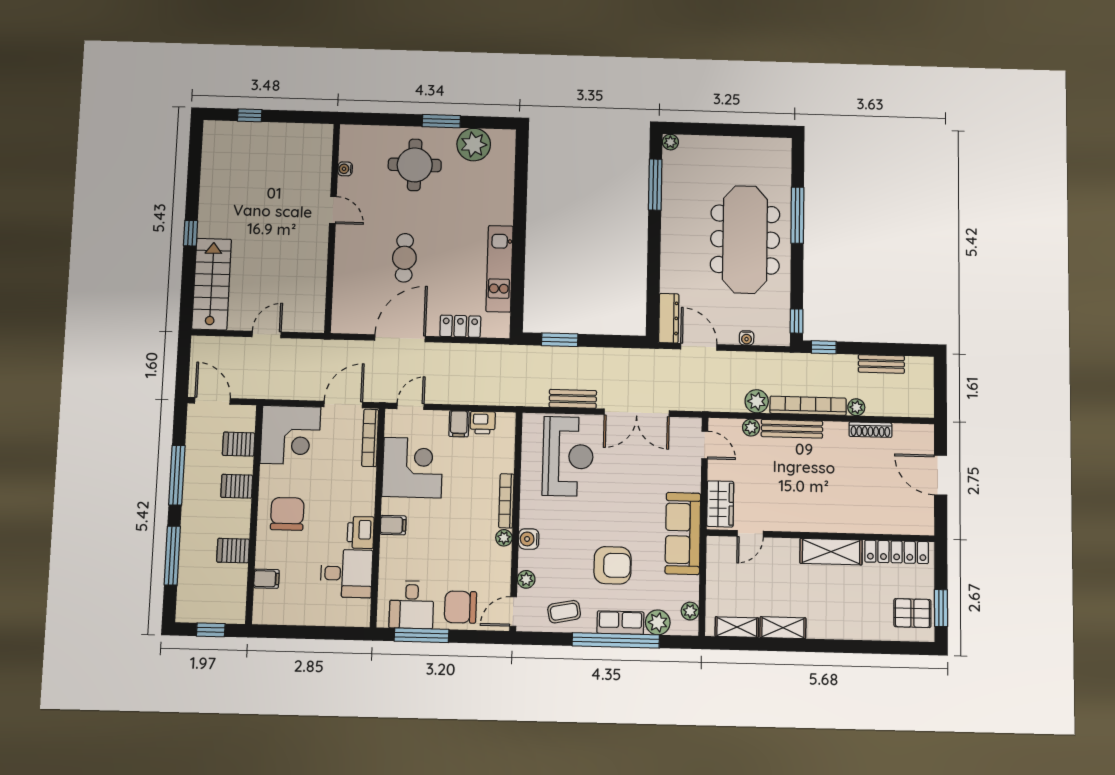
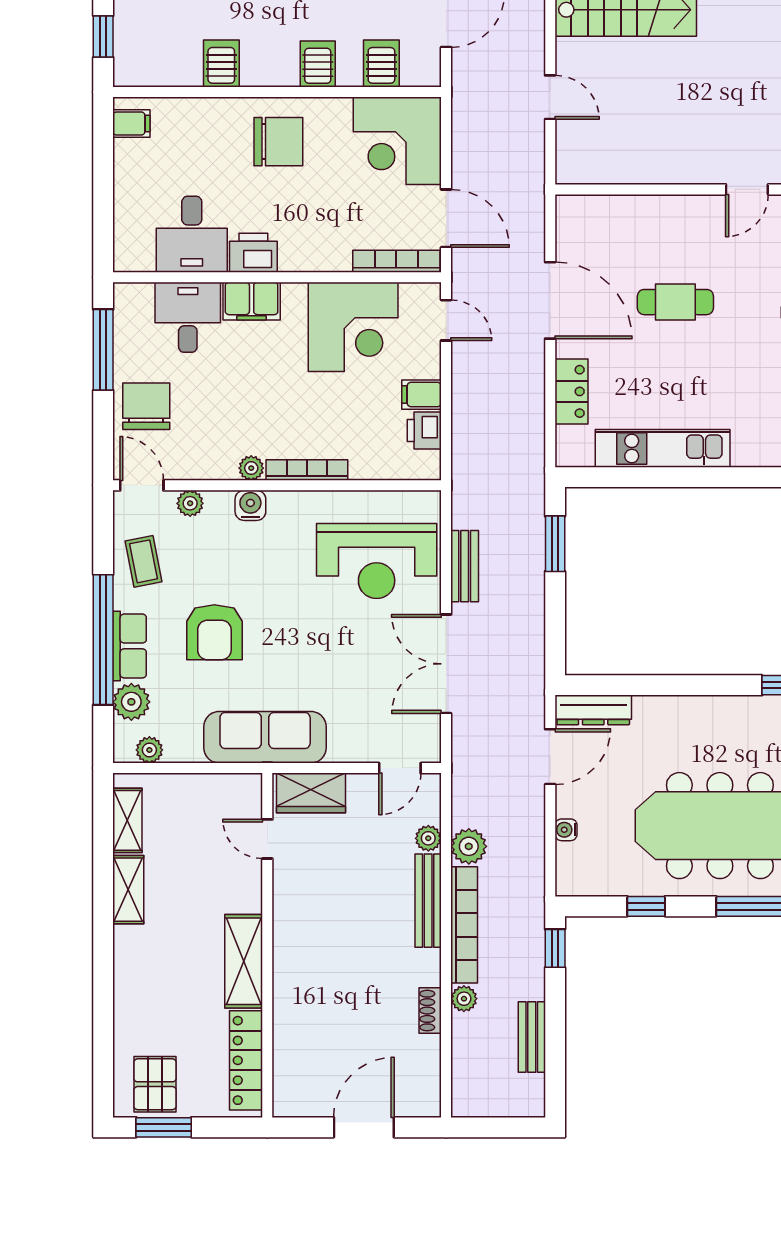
window: (797, 321) -> (646, 906), moved
shoe rack: (870, 430) -> (430, 1011), width x0.70
filing cabinet: (393, 525) -> (252, 301), width x2.00
filing cabinet: (266, 579) -> (131, 123), moved, turned -90
desk: (412, 605) -> (188, 317), moved, turned 90

